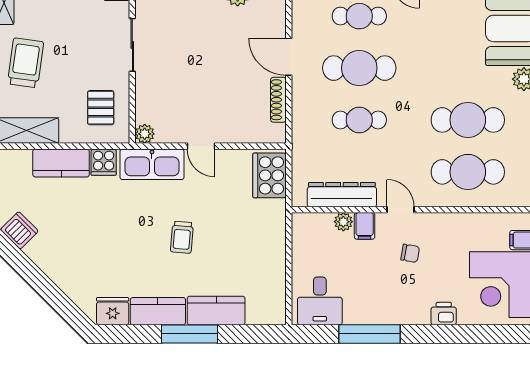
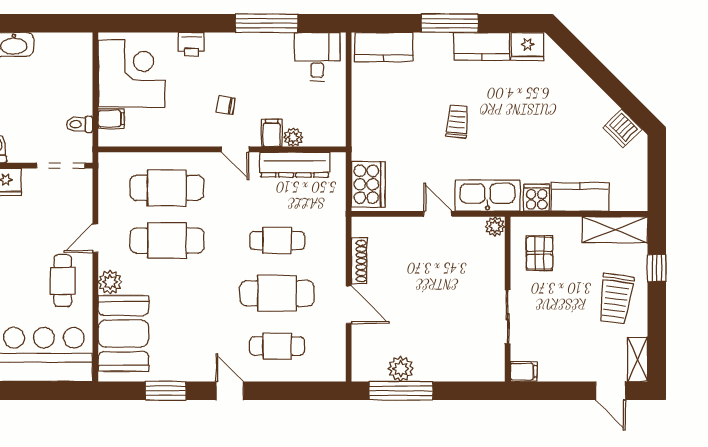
kitchen counter: (216, 310) -> (384, 47), moved

